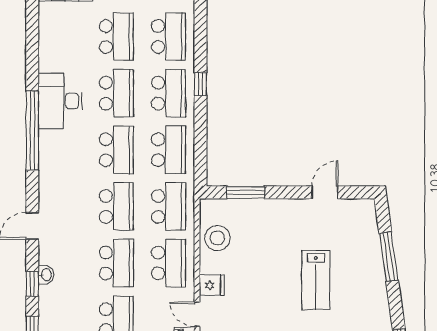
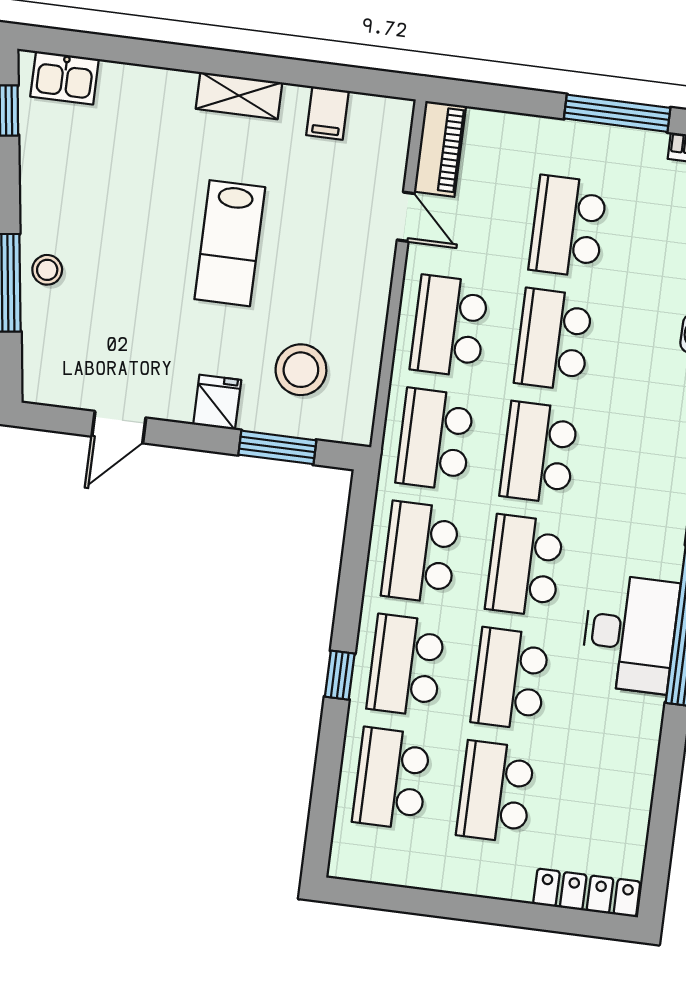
desk: (60, 101) -> (630, 634), moved
stool: (217, 238) -> (301, 370), moved
stool: (370, 265) -> (47, 270), added
lab bench: (316, 280) -> (230, 243), moved, turned 180
fridge: (212, 285) -> (217, 402), moved, turned 90

